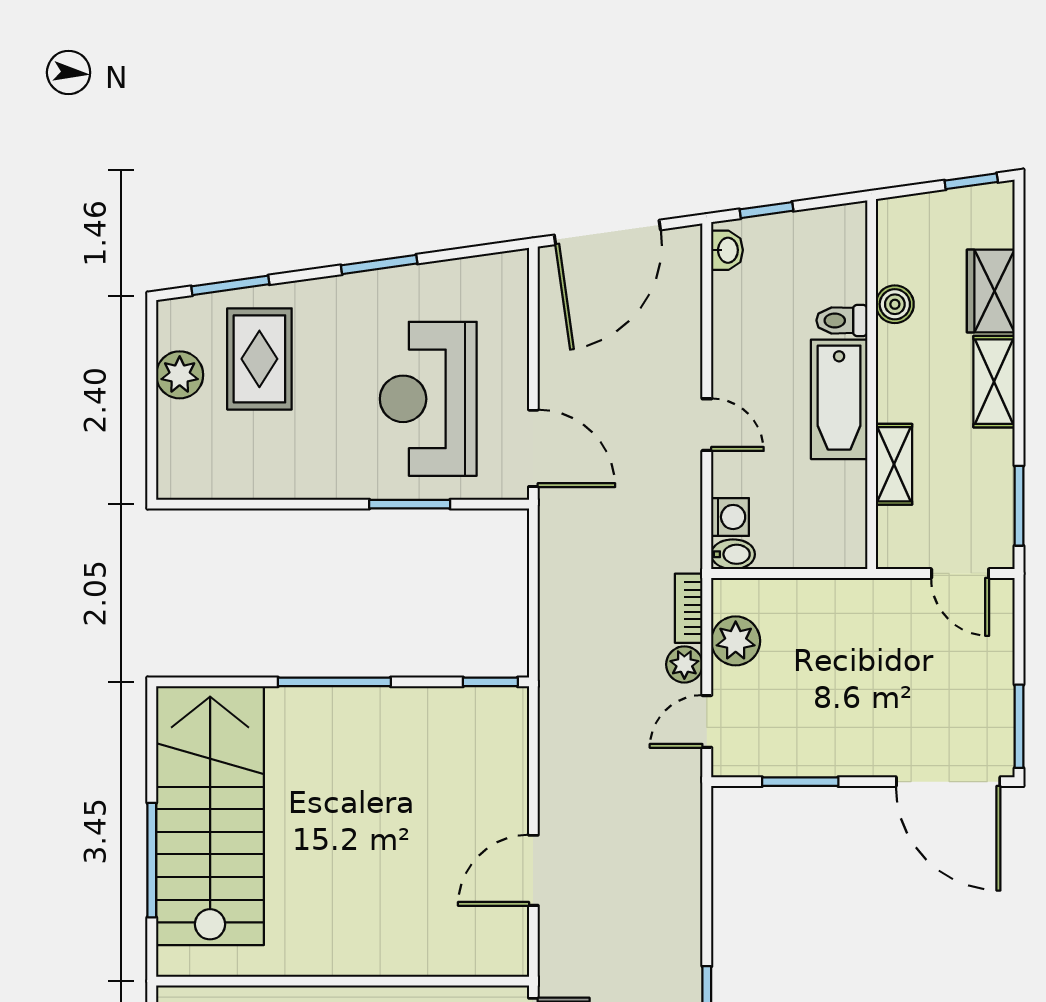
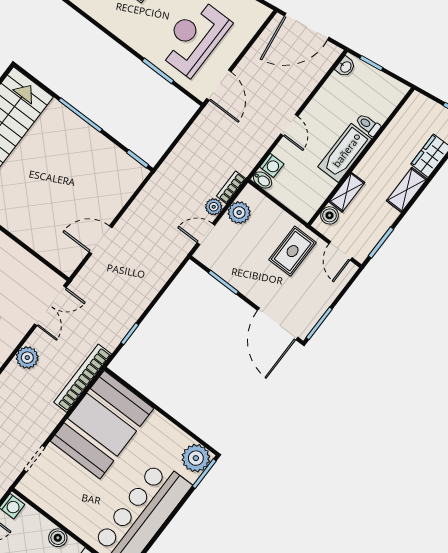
boiler: (895, 304) -> (330, 215), moved
rug: (878, 637) -> (293, 251), added

